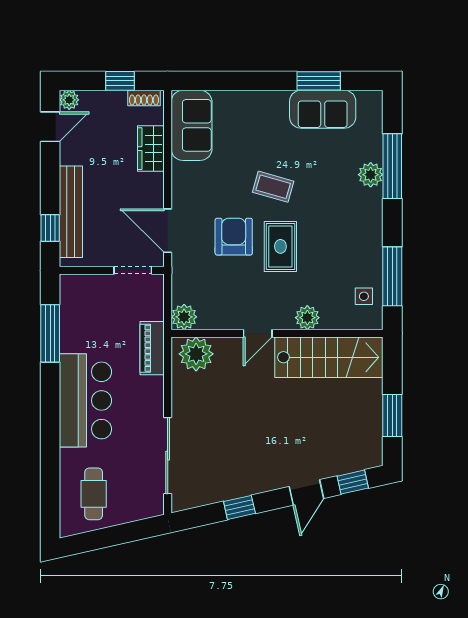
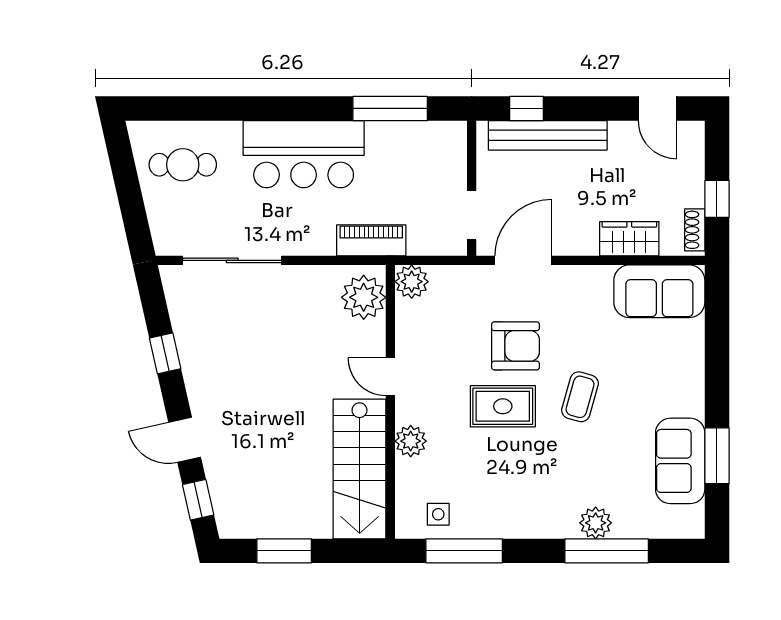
plant: (69, 100) -> (692, 133), removed

